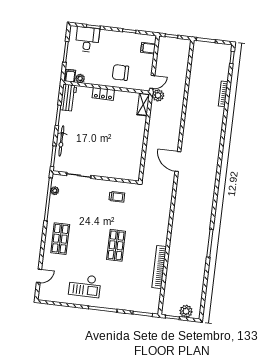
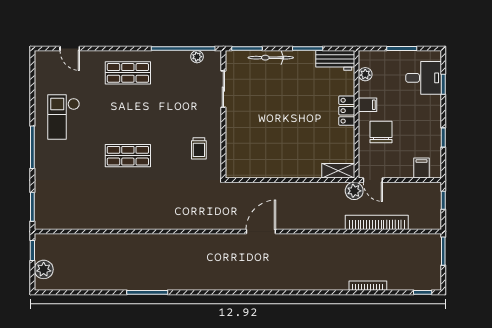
filing cabinet: (70, 76) -> (368, 105), moved
bookcase: (159, 267) -> (377, 222), moved

